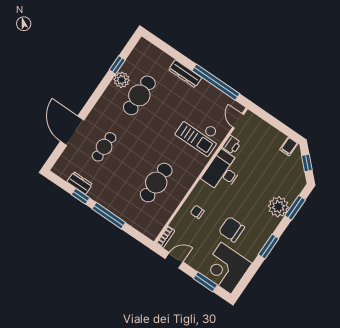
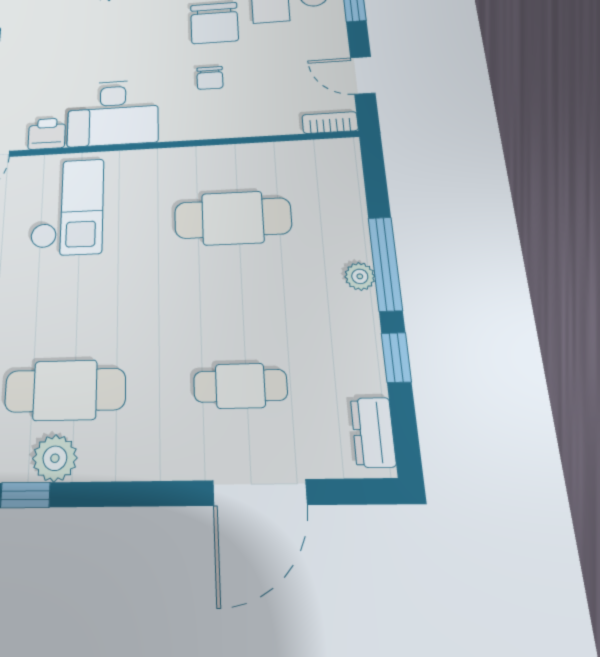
dresser: (80, 183) -> (373, 432), moved
plant: (110, 205) -> (360, 276), added
chair: (197, 212) -> (210, 78), moved

